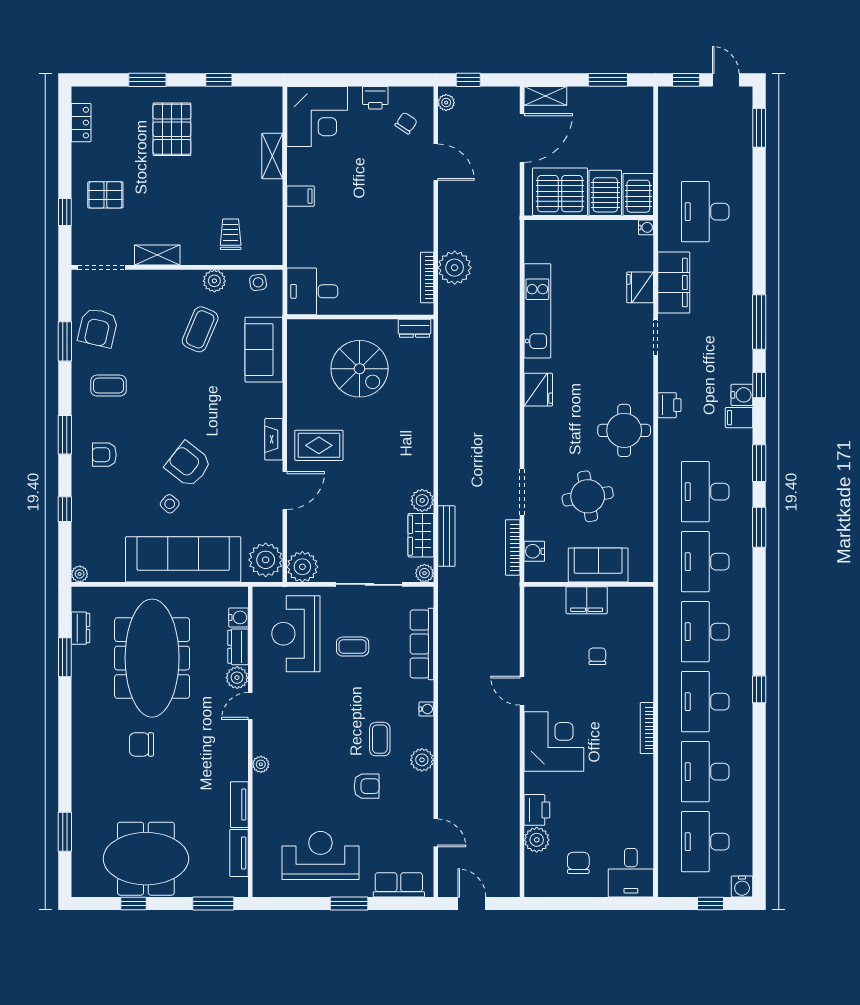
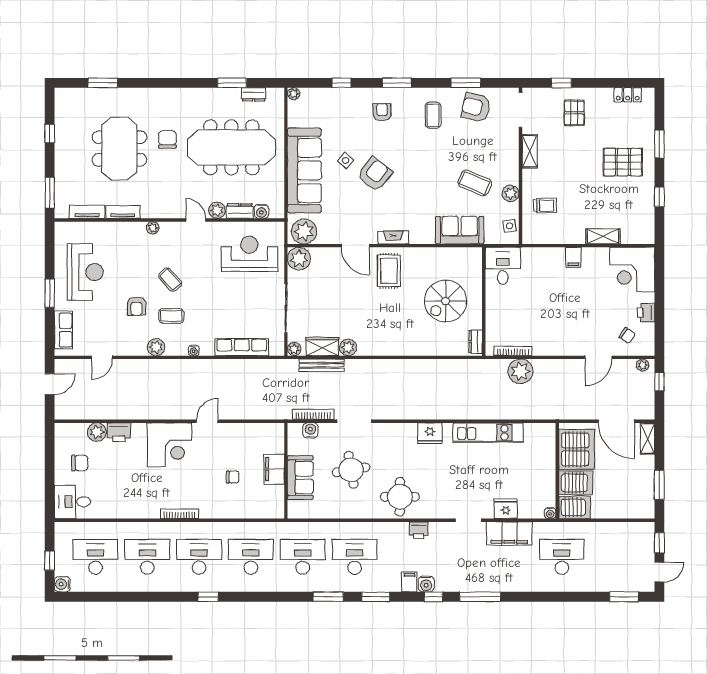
coffee table: (353, 647) -> (170, 280), moved, turned -42
meeting table: (146, 859) -> (119, 149), moved

